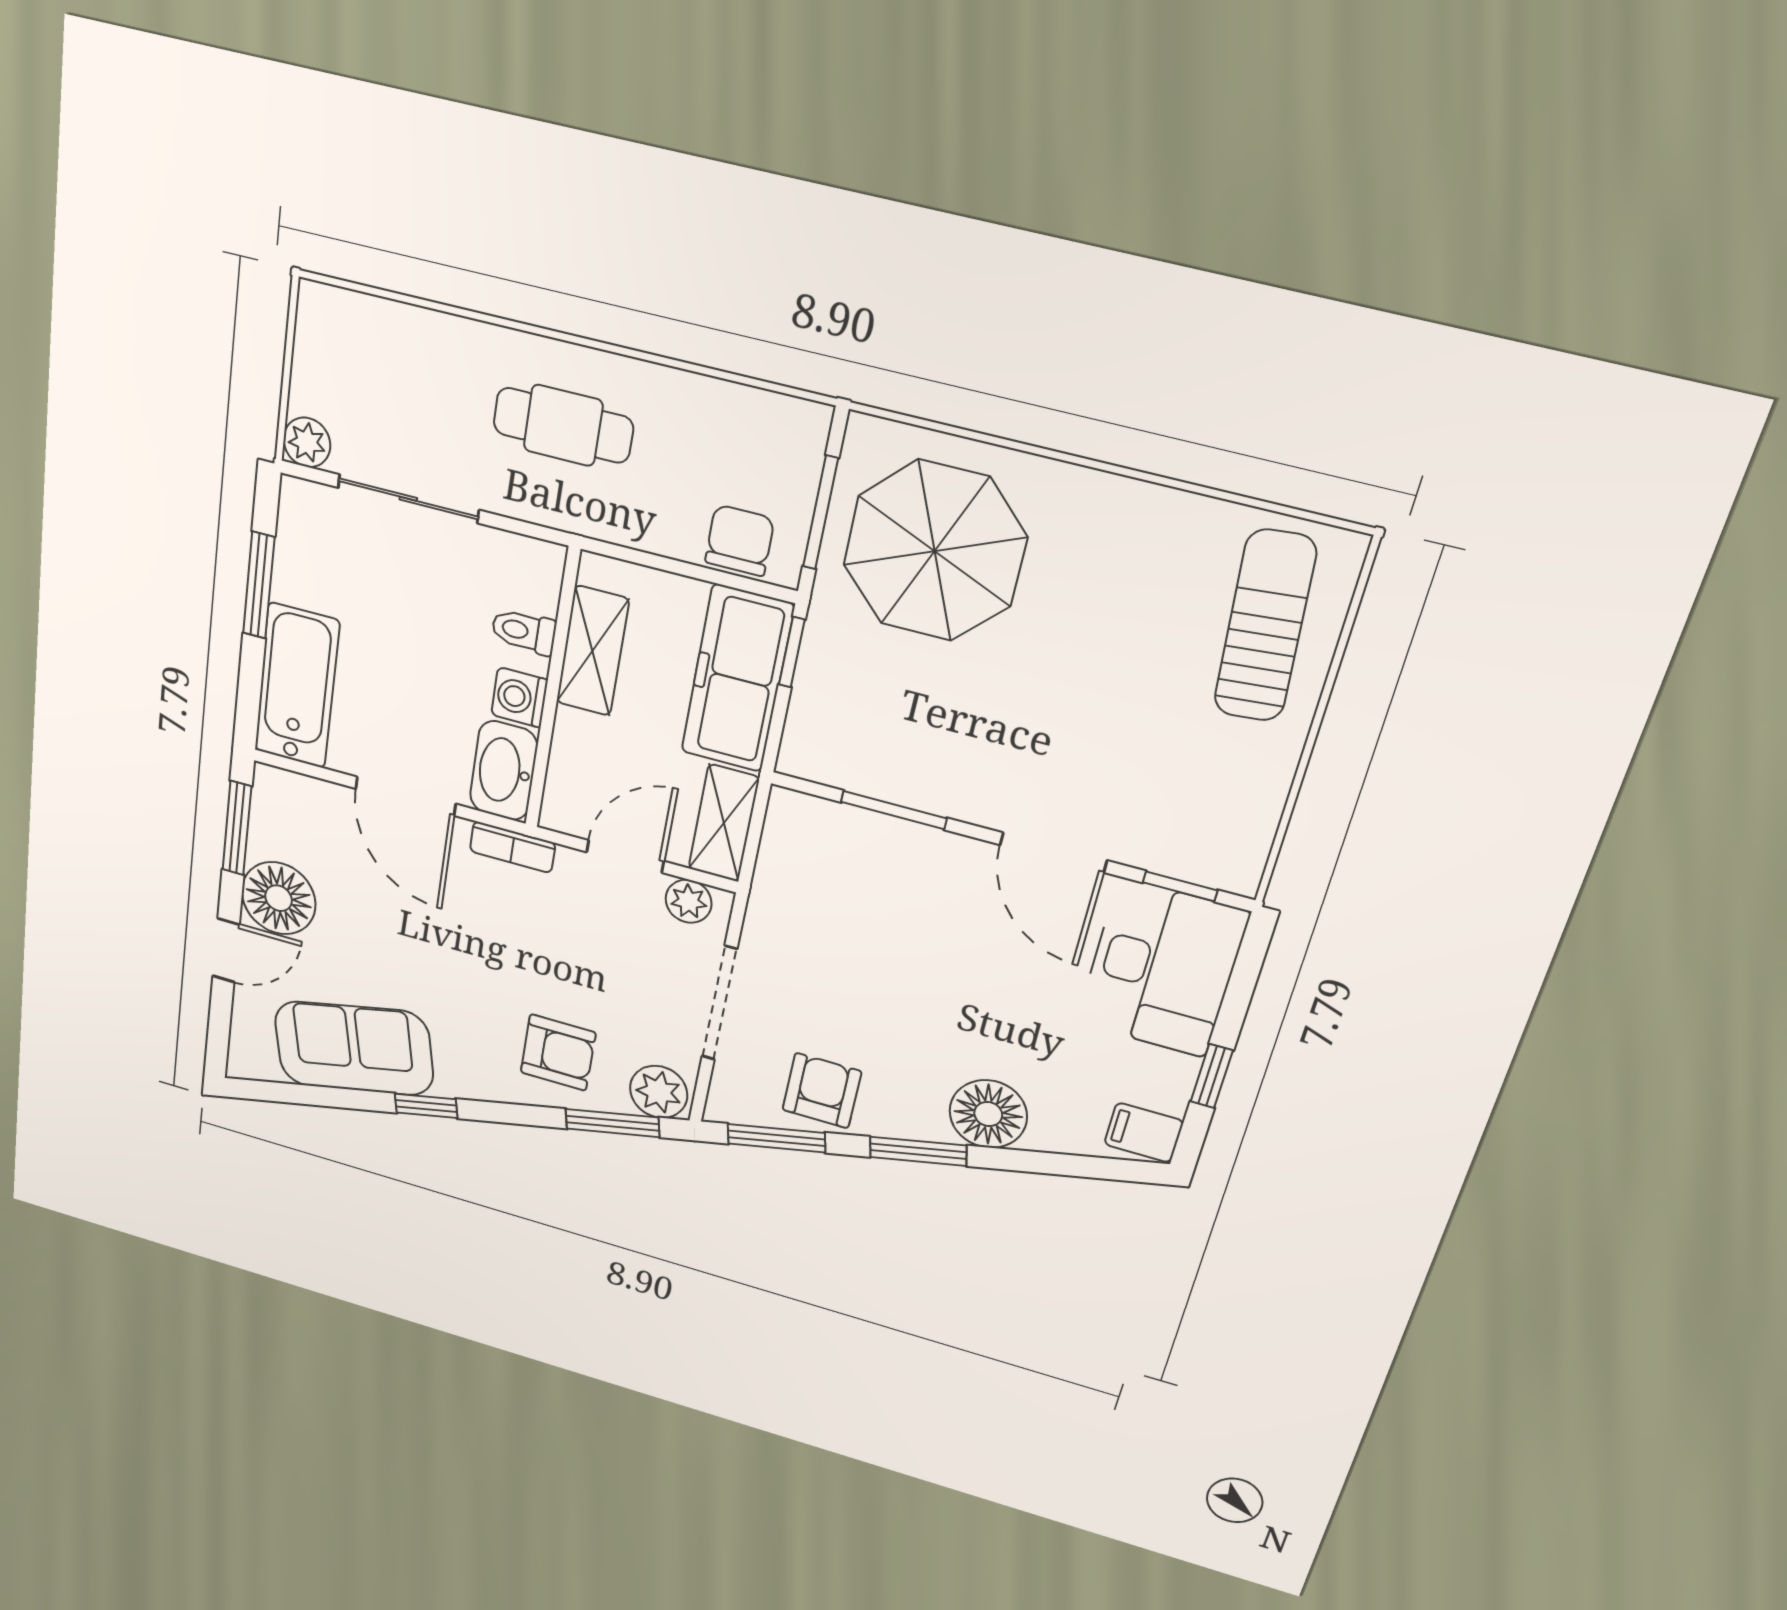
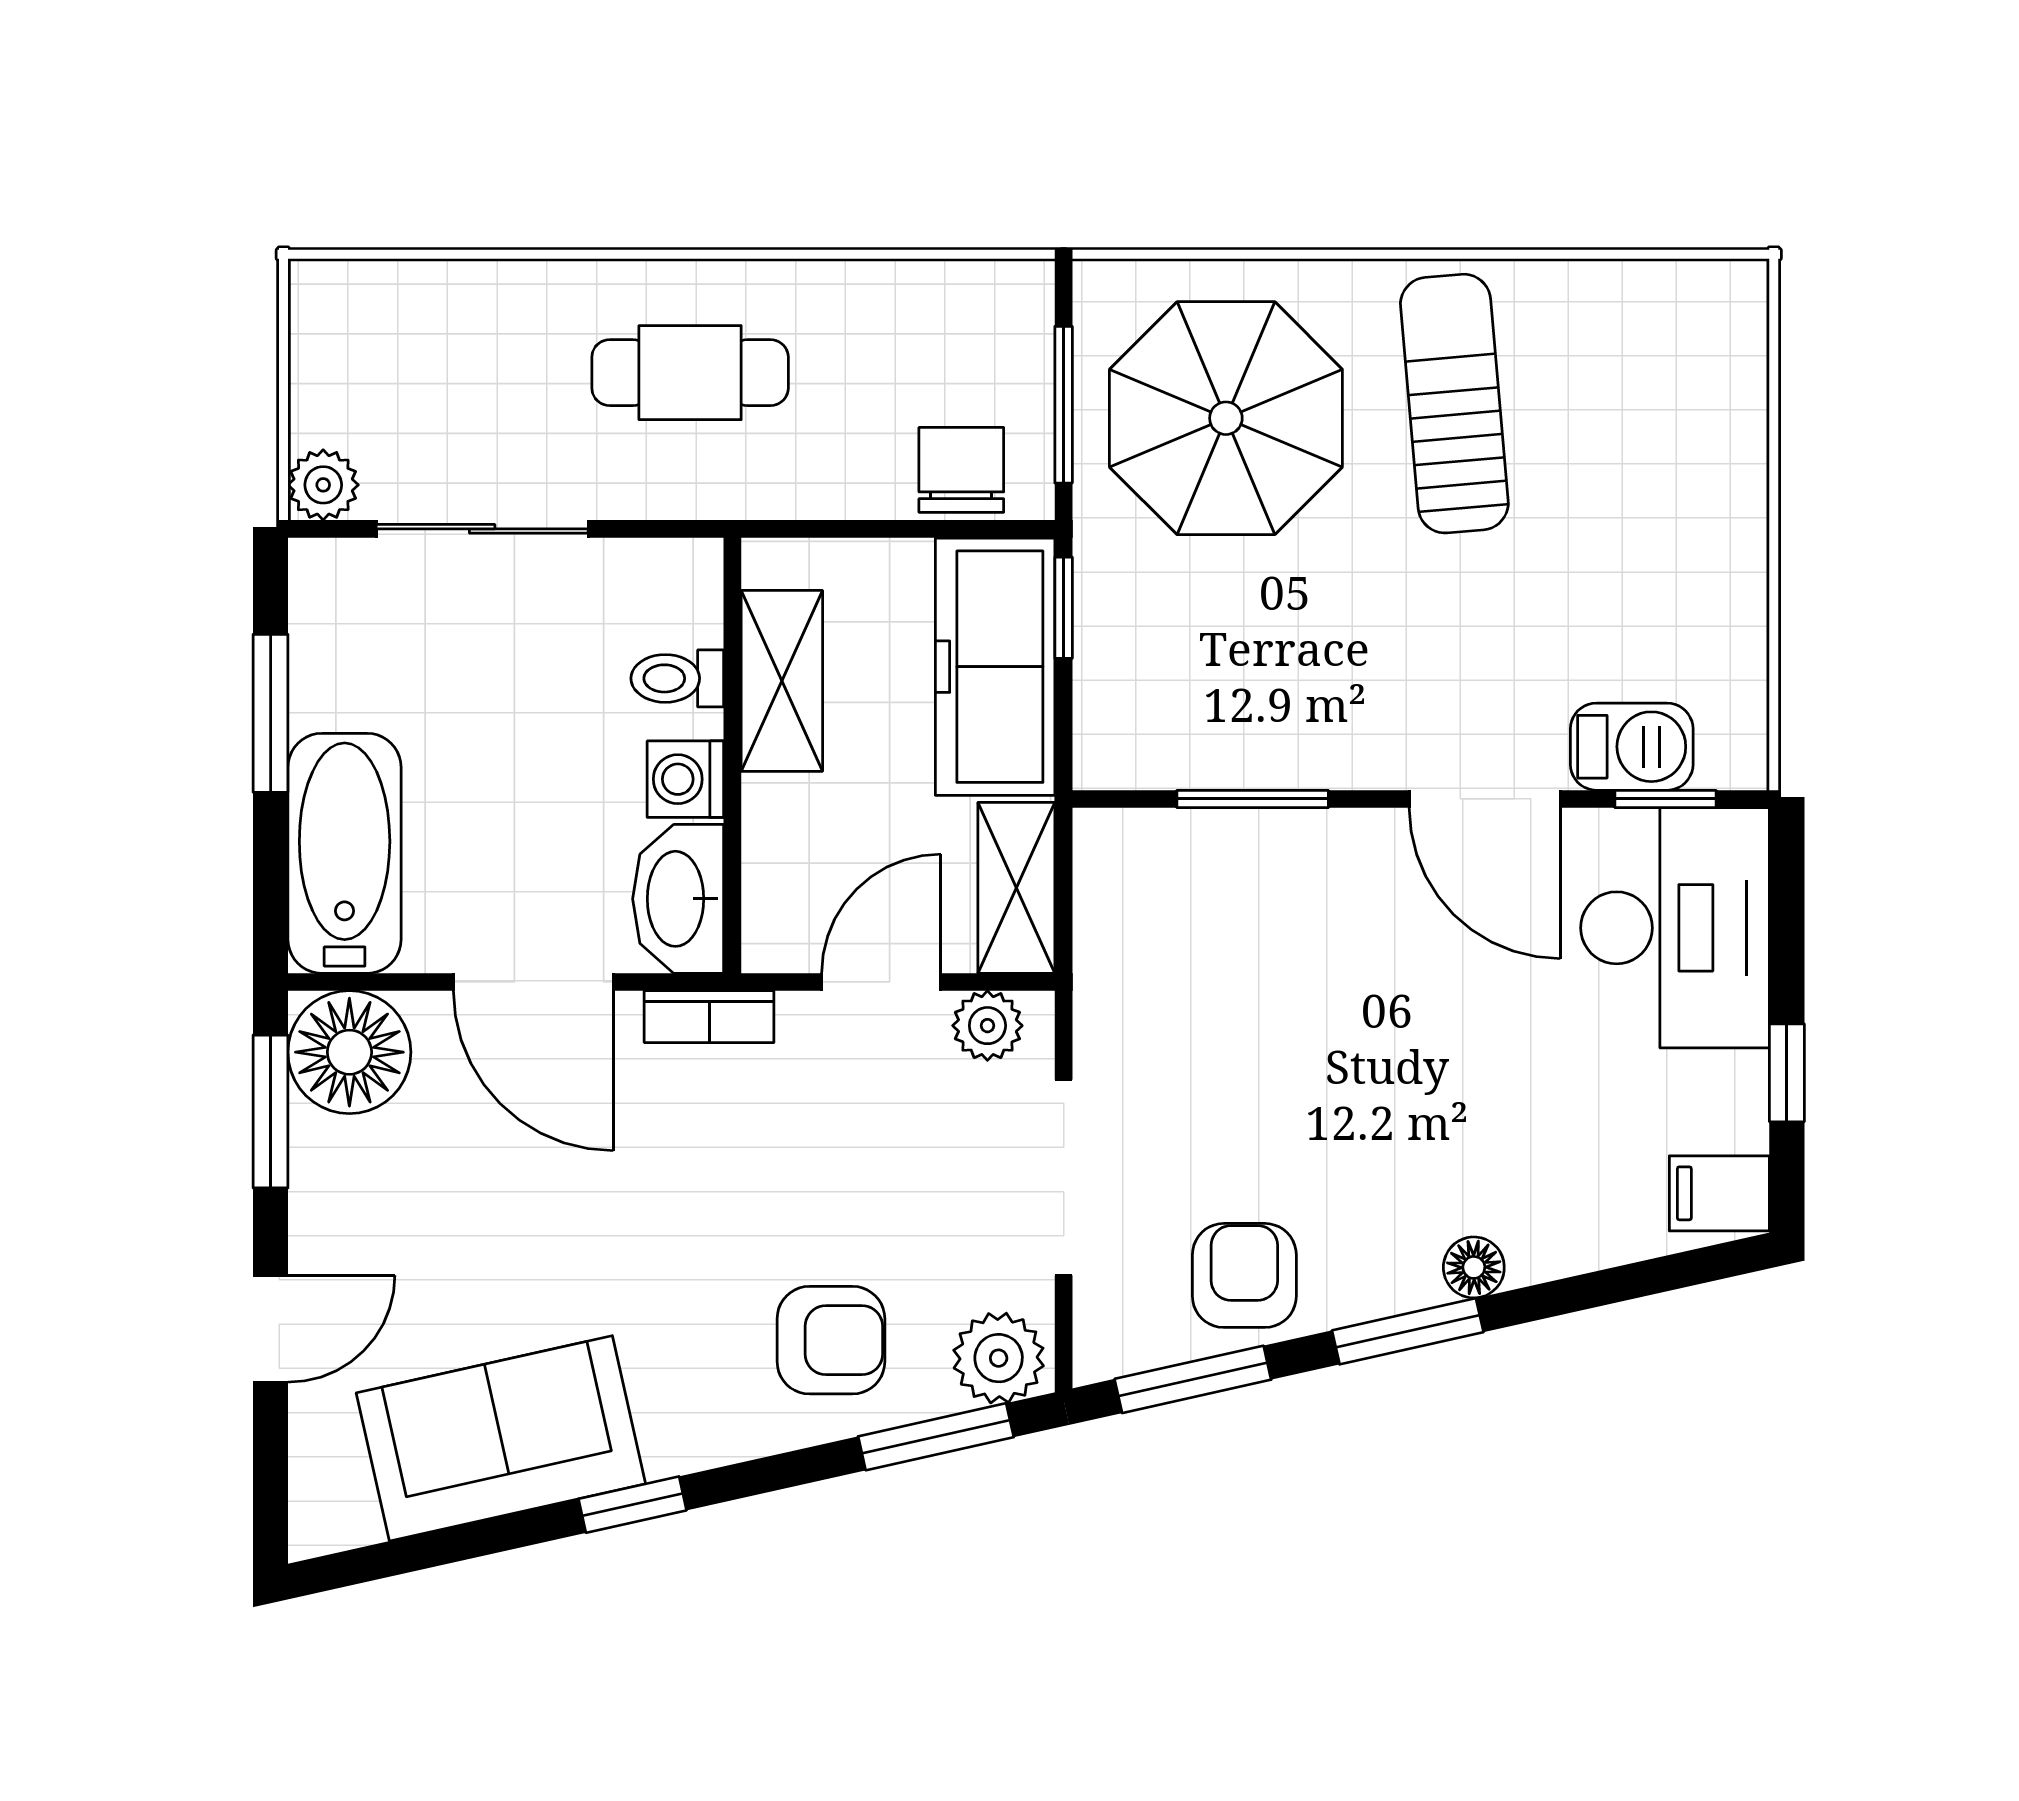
sun lounger: (1265, 626) -> (1454, 404), moved
barbecue: (1166, 847) -> (1632, 747), added
floor lamp: (279, 898) -> (349, 1052), moved
floor lamp: (988, 1114) -> (1474, 1267), width x0.53, depth x0.53

